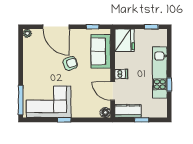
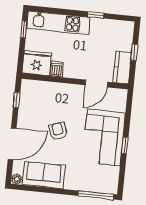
sofa: (101, 51) -> (44, 175), moved, turned 180
kitchen unit: (160, 72) -> (58, 23), moved
dishwasher: (121, 74) -> (57, 69), moved
corner sofa: (49, 102) -> (104, 138), moved
floor lamp: (105, 112) -> (121, 95), removed

